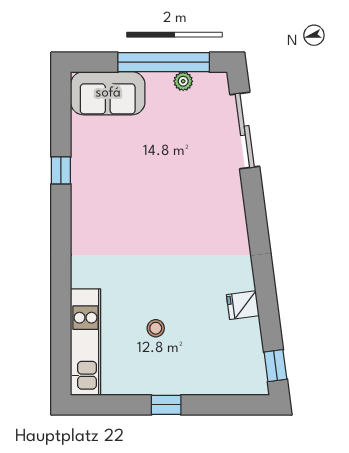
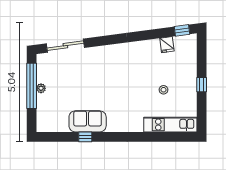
plant: (183, 81) -> (41, 88), moved
sofa: (108, 93) -> (88, 121), moved, turned -90
fridge: (243, 305) -> (167, 45), moved

